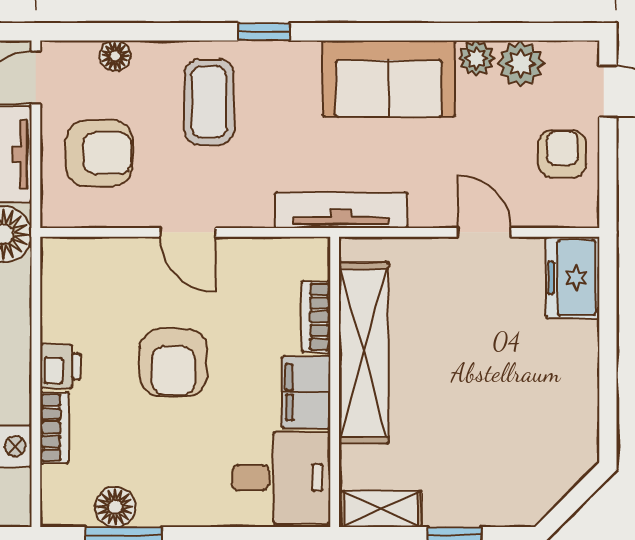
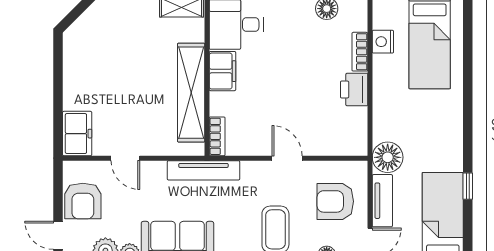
armchair: (562, 154) -> (83, 201), width x1.38, depth x1.38
bookcase: (316, 317) -> (217, 136), moved
armchair: (173, 363) -> (295, 87), removed
printer: (60, 366) -> (354, 90), width x1.36, depth x1.24

